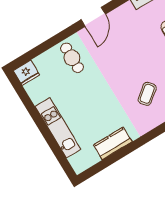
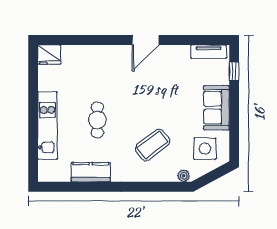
cafe table: (72, 58) -> (97, 120), moved
coffee table: (147, 94) -> (152, 145), width x1.36, depth x1.30

